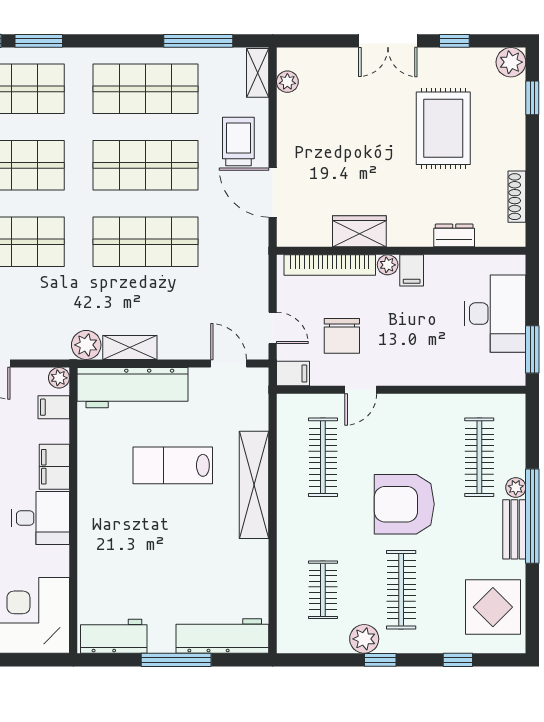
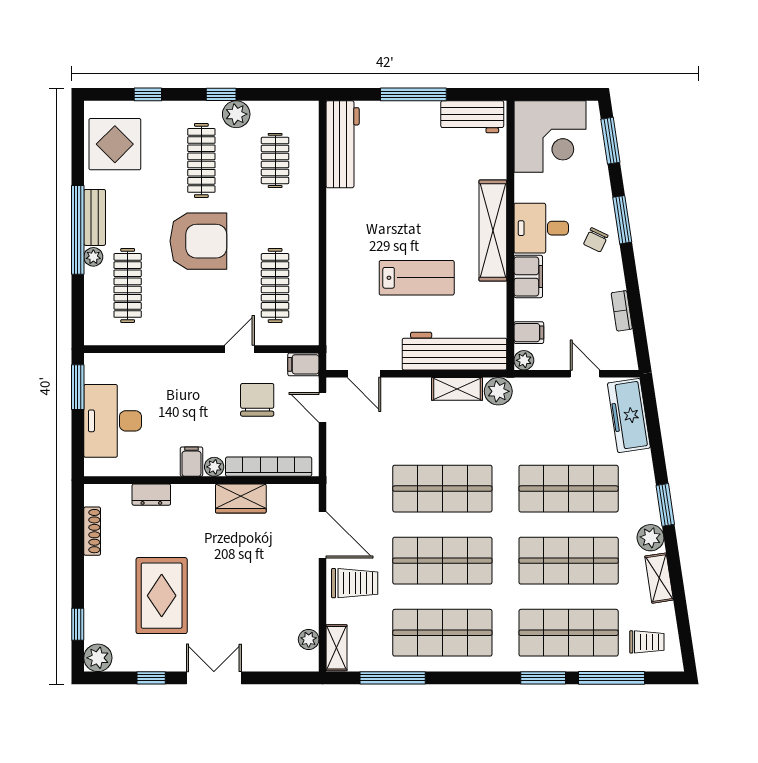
trolley: (238, 141) -> (355, 583), turned -90
shelving: (254, 485) -> (493, 231), moved
workbench: (222, 636) -> (343, 144), moved, turned -90

